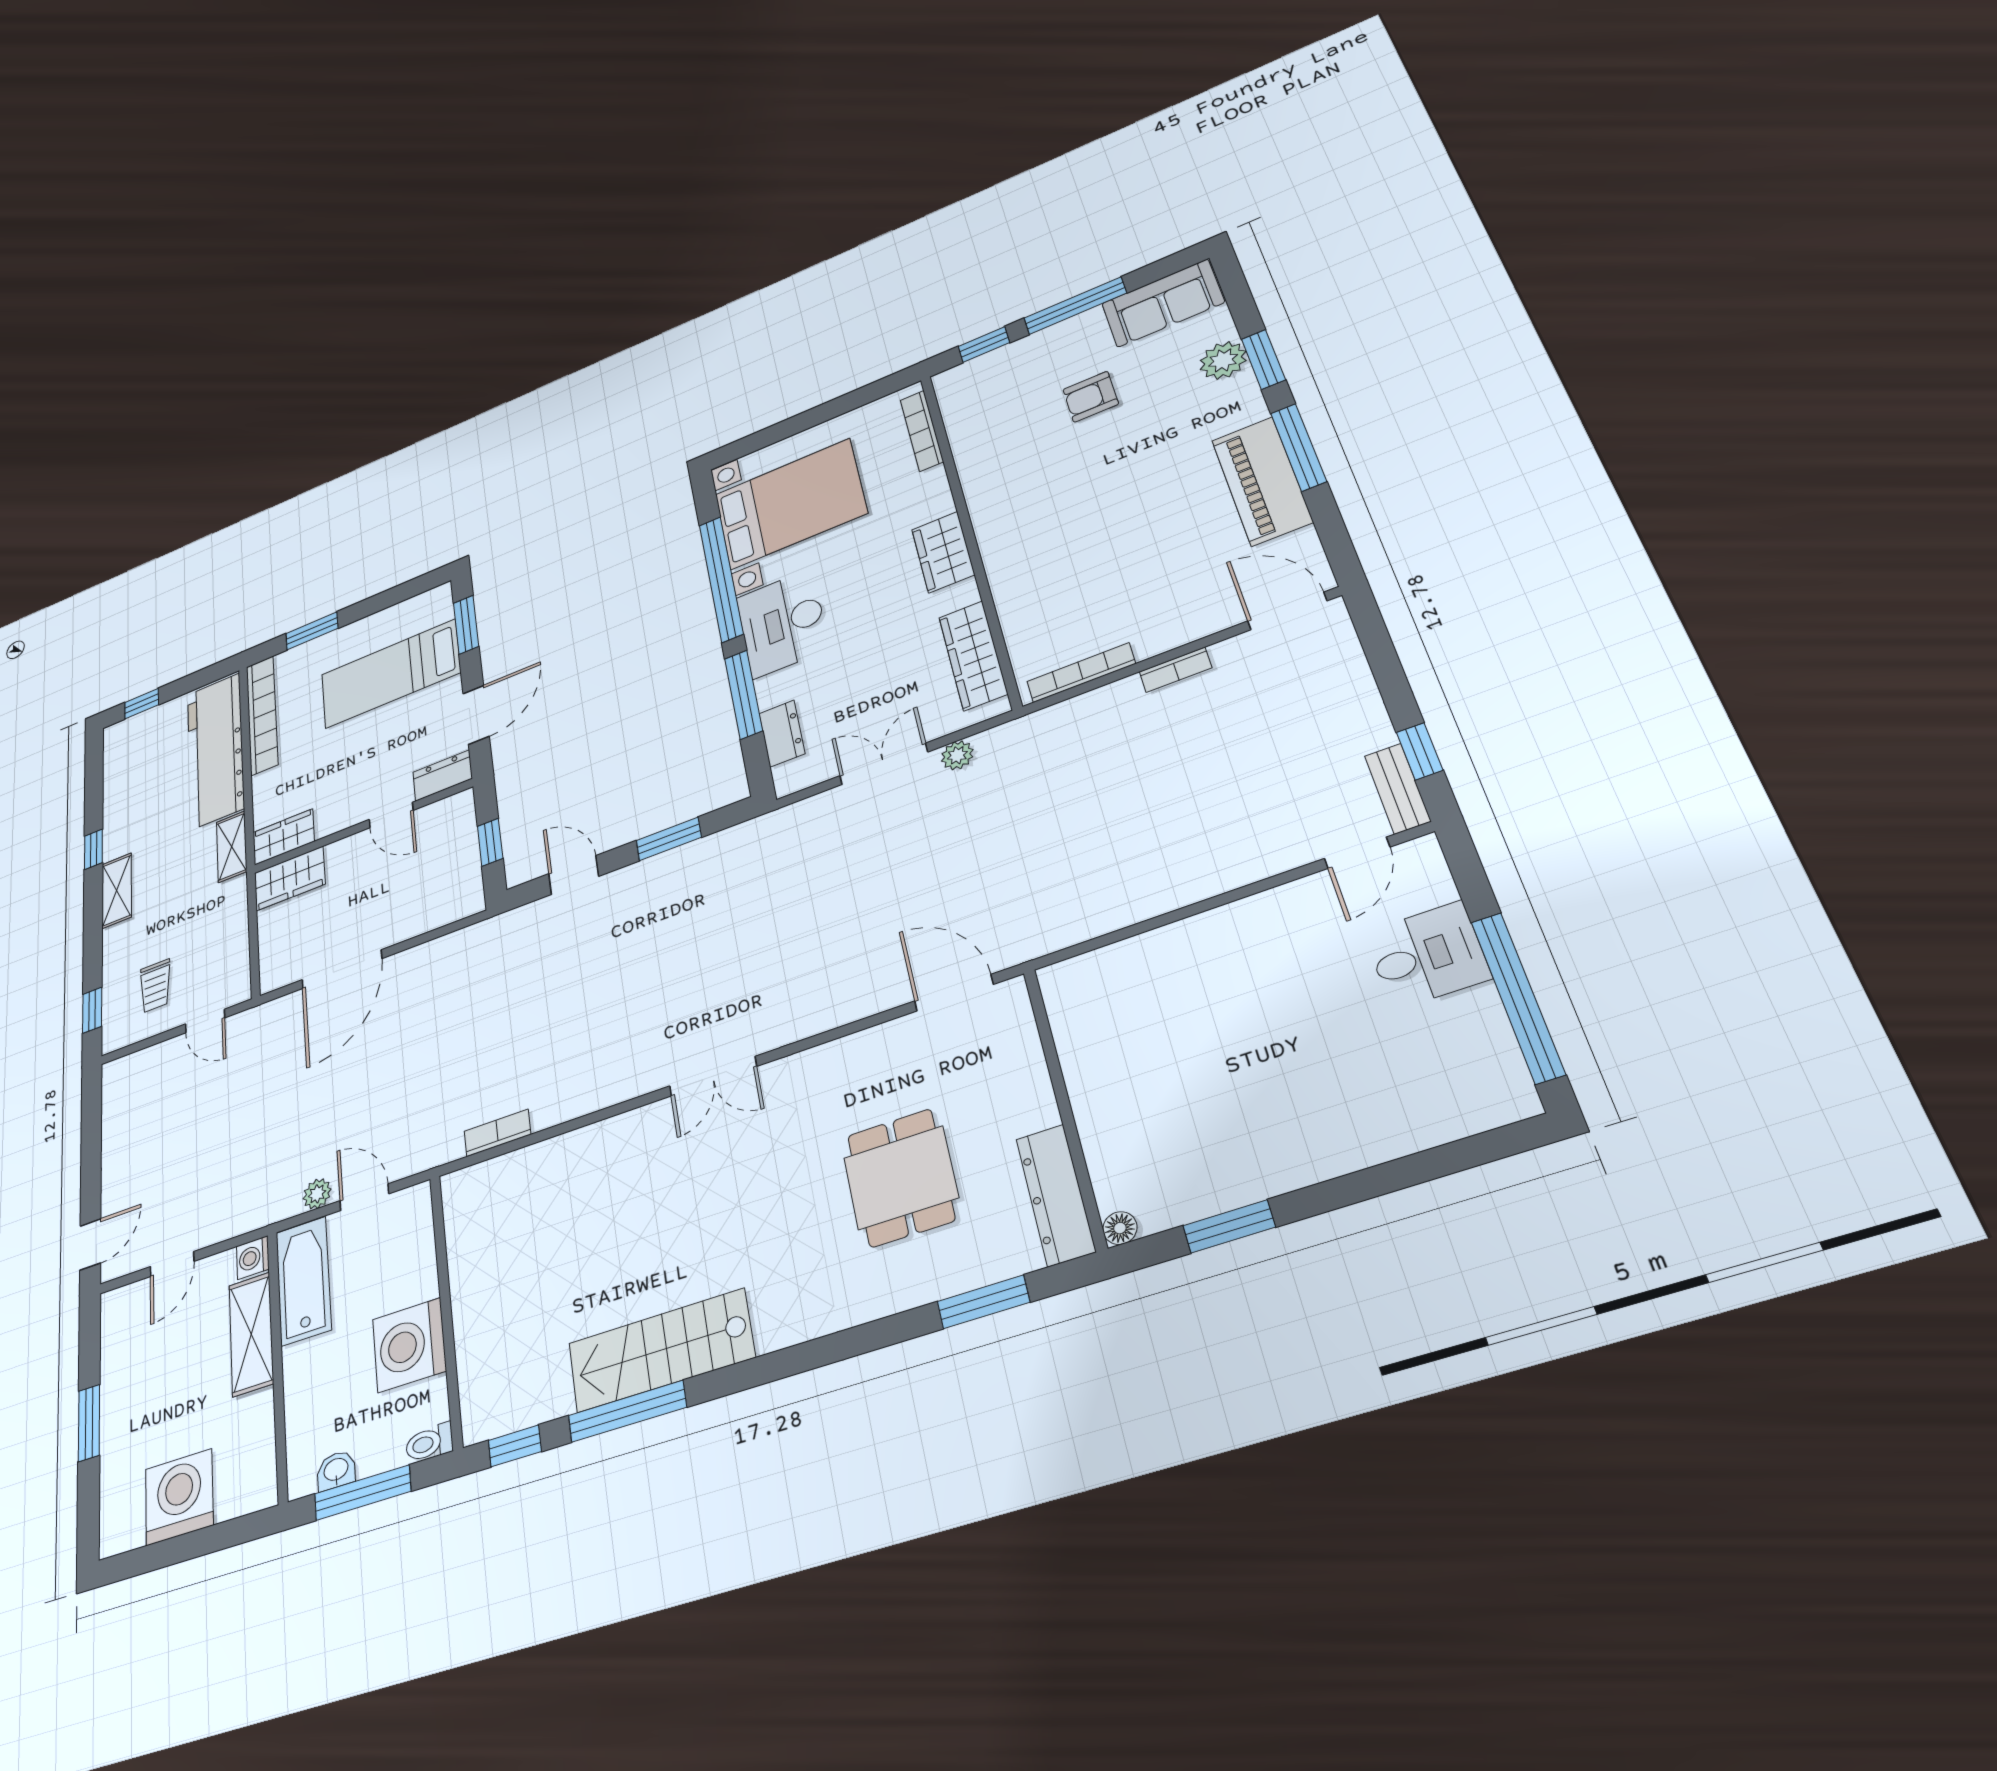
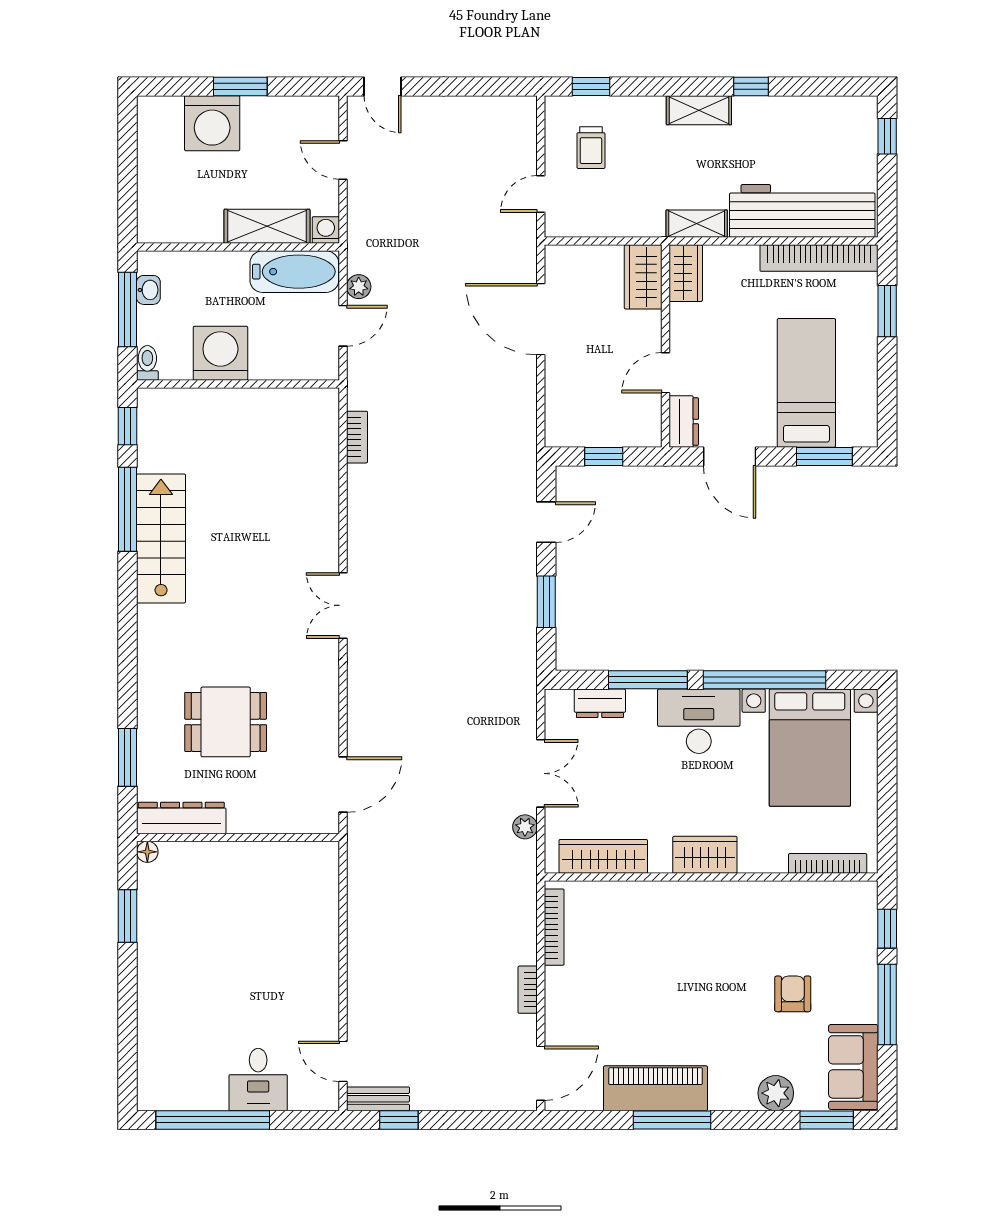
window: (1263, 359) -> (827, 1120), moved
trolley: (155, 986) -> (591, 148), turned -90
washing machine: (179, 1497) -> (212, 123), moved, turned 90

